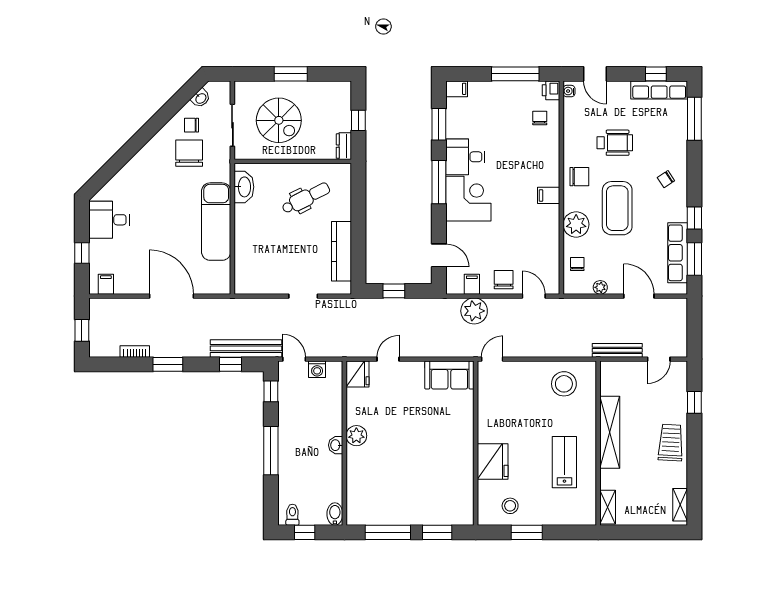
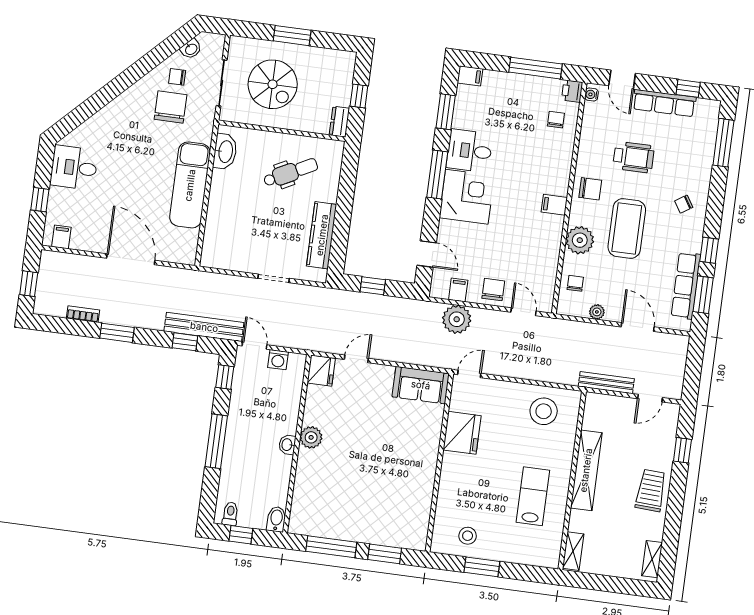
row of seats: (659, 90) -> (664, 103), moved
fridge: (493, 462) -> (462, 433), moved

